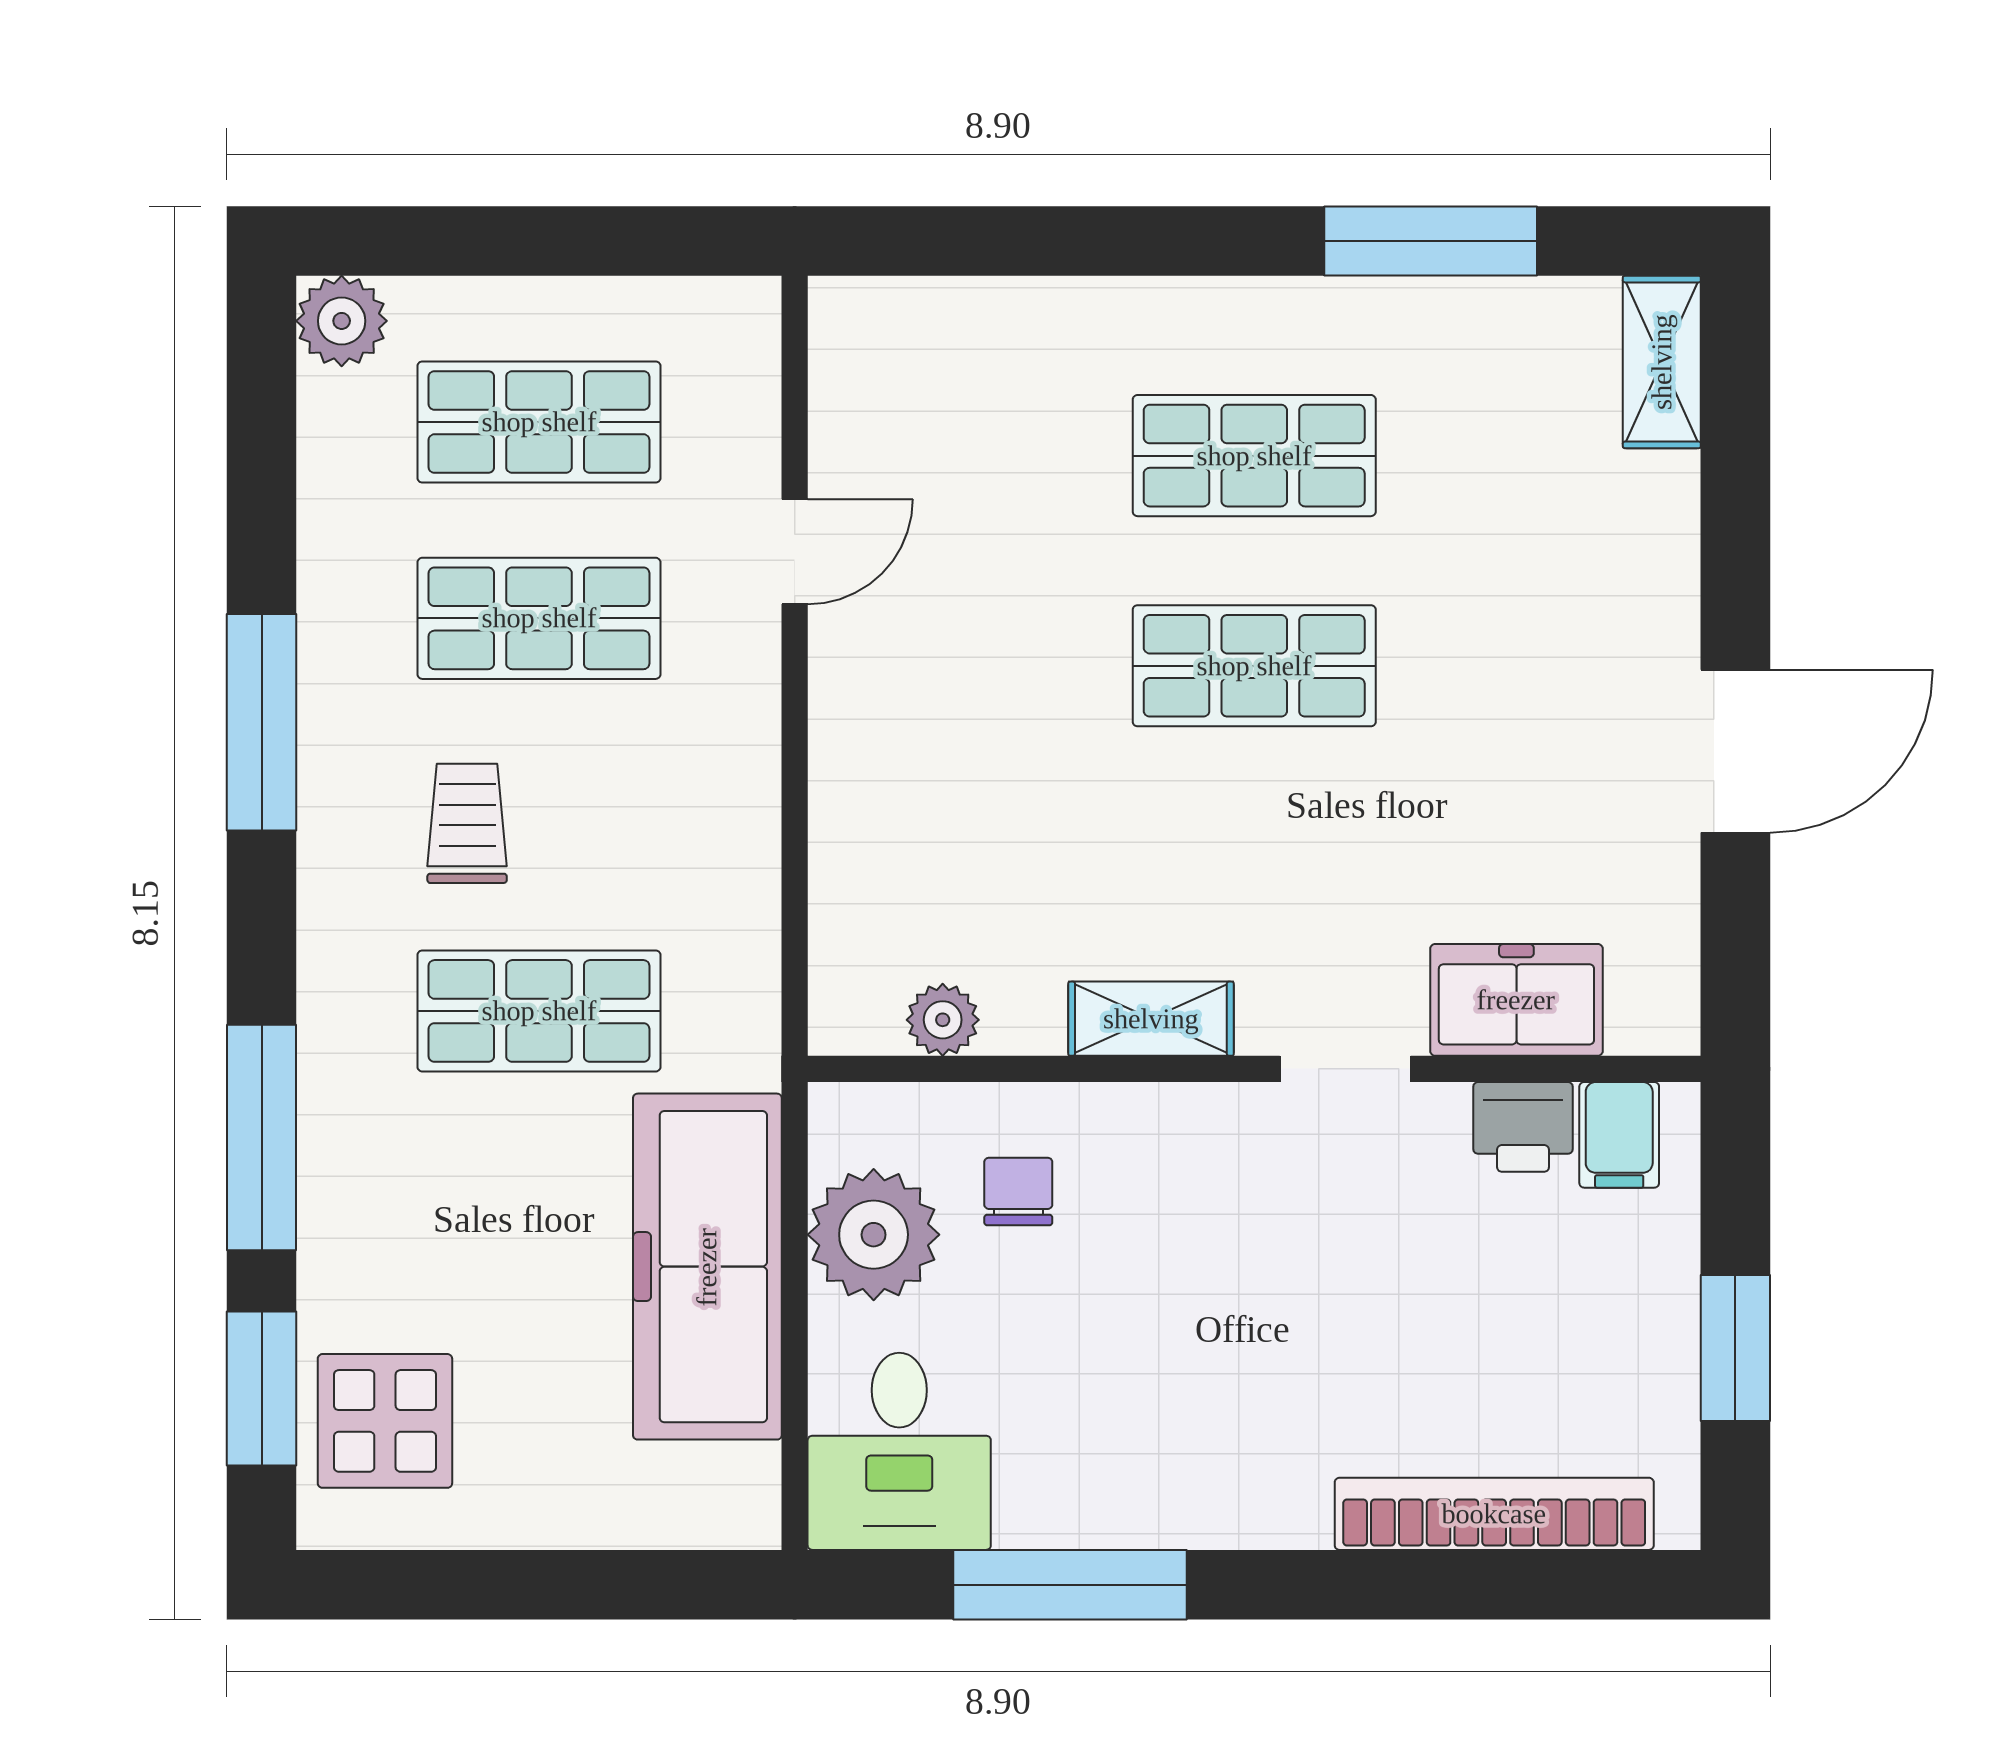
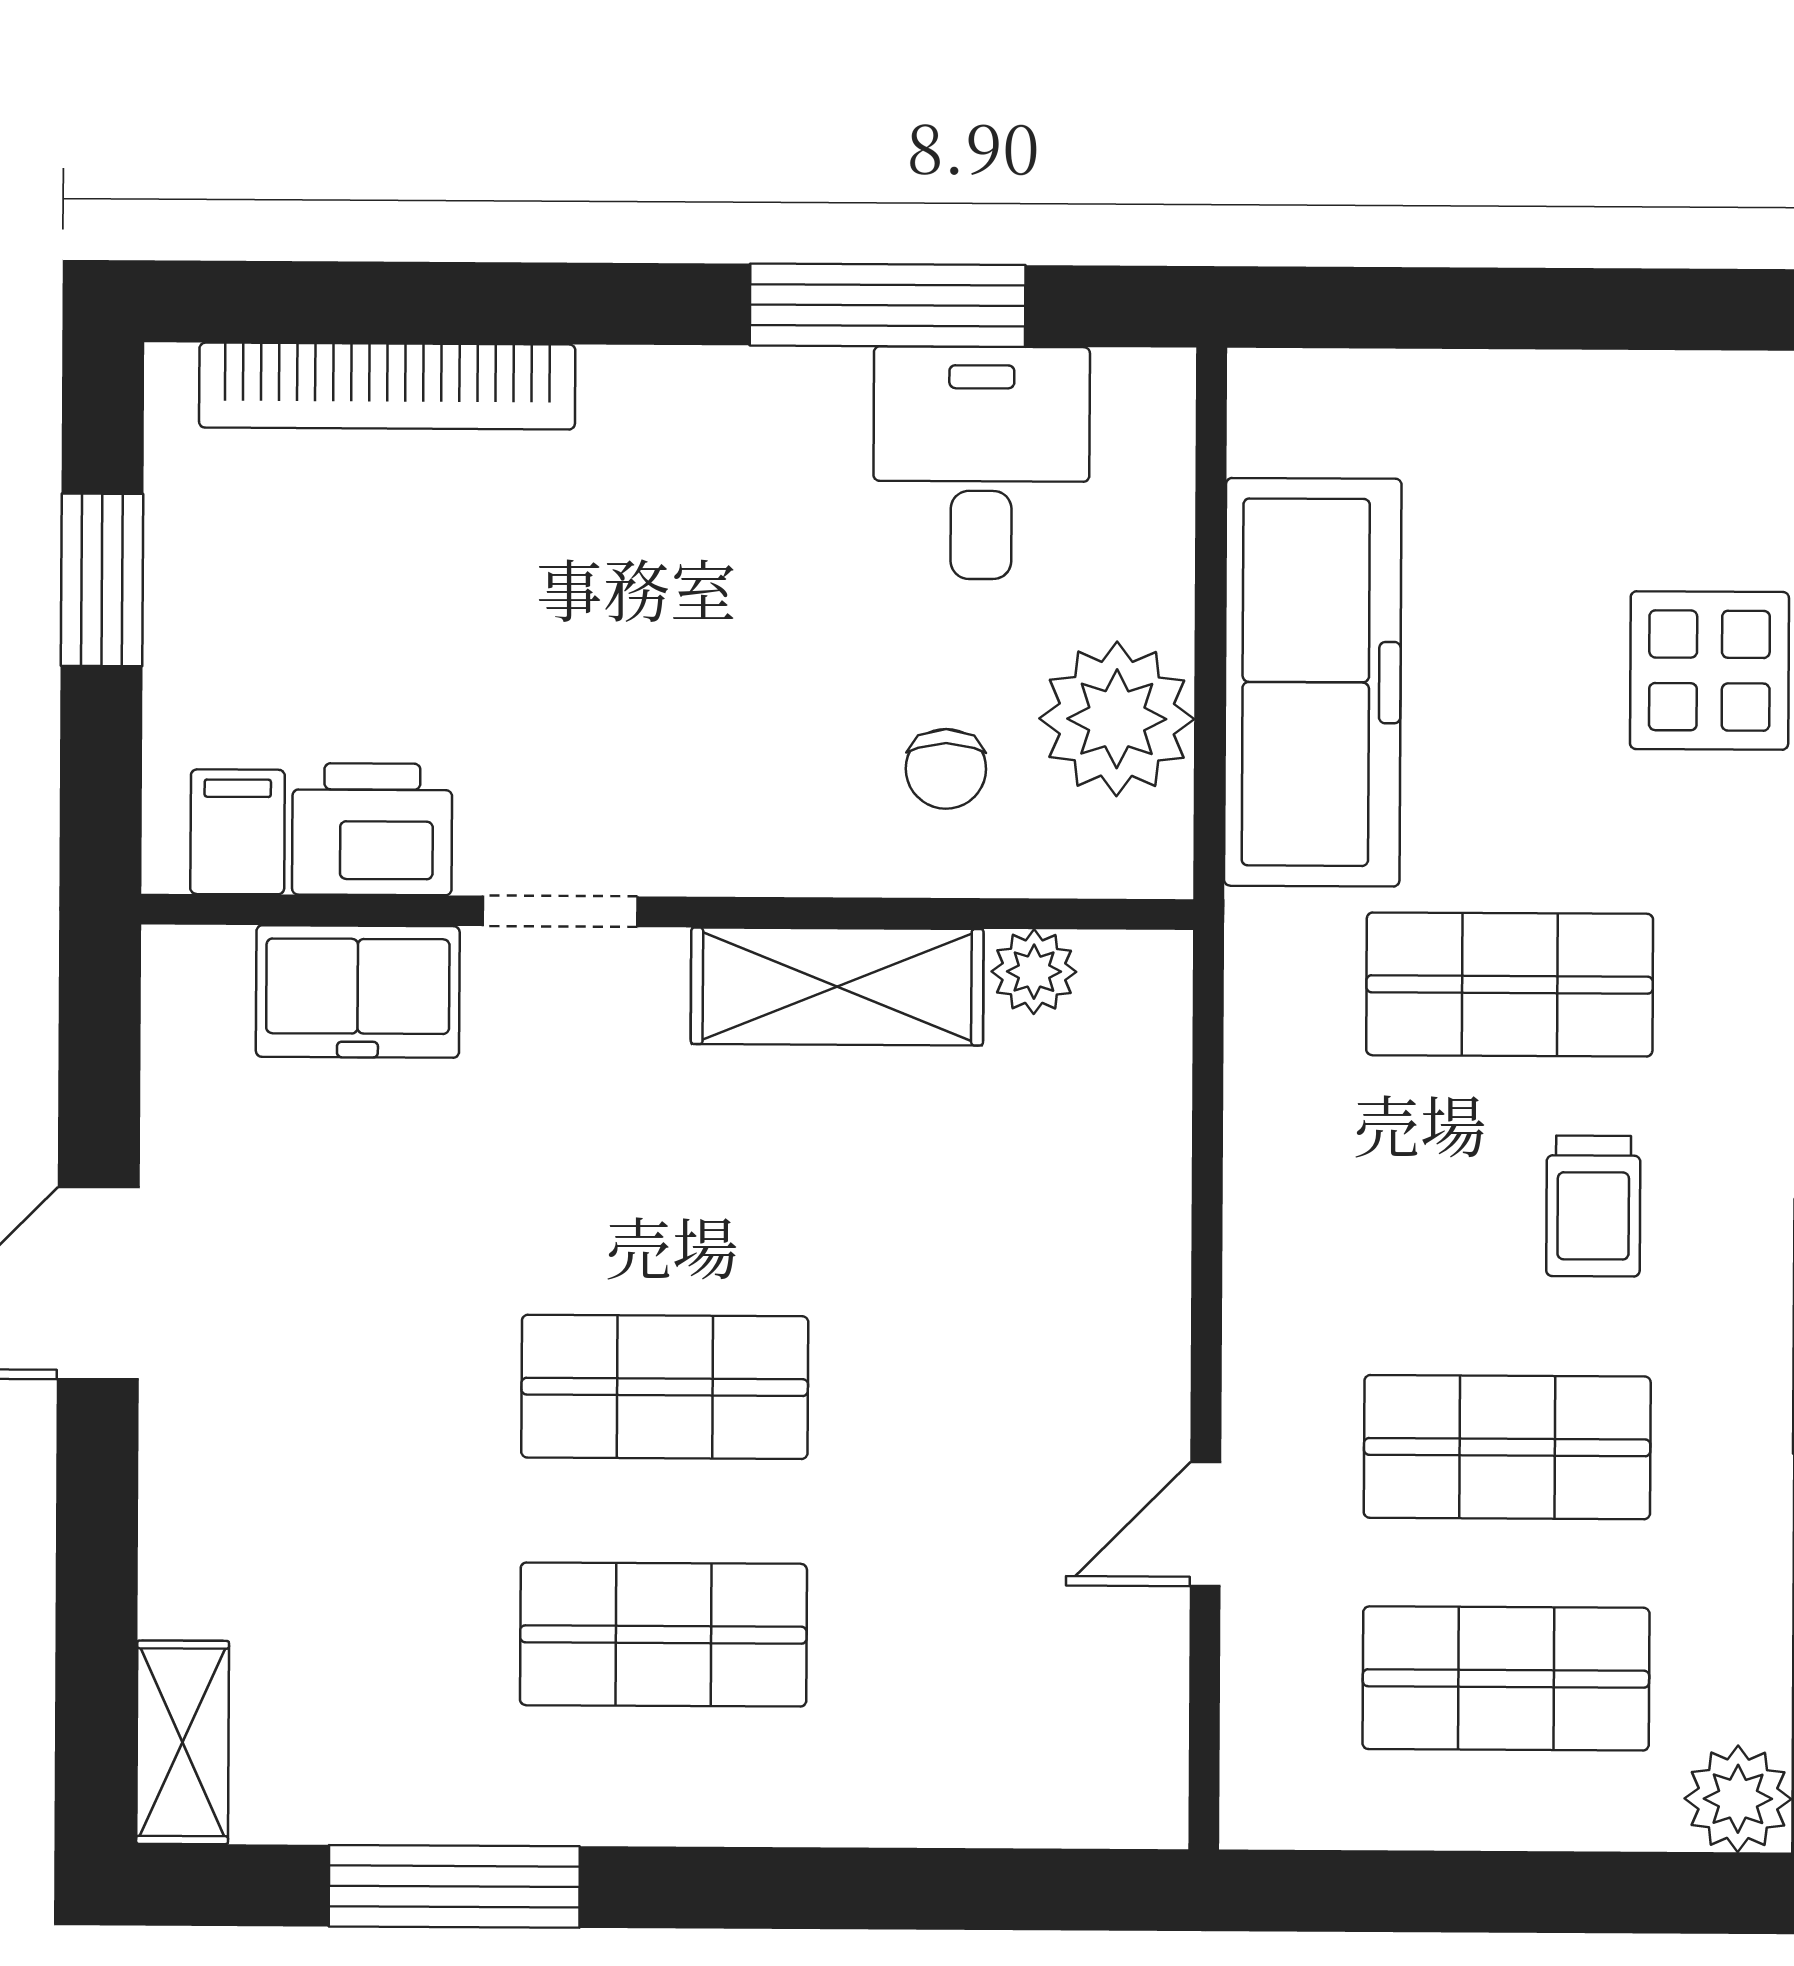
shelving: (1151, 1019) -> (837, 986), width x1.50, depth x1.33
printer: (1523, 1127) -> (372, 829), width x1.36, depth x1.24
display table: (385, 1421) -> (1709, 671), moved
desk: (899, 1451) -> (981, 463), moved

